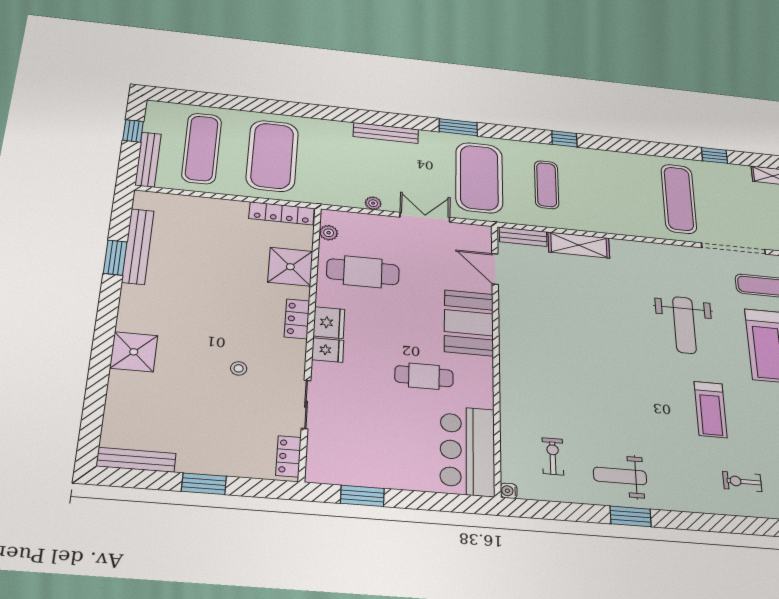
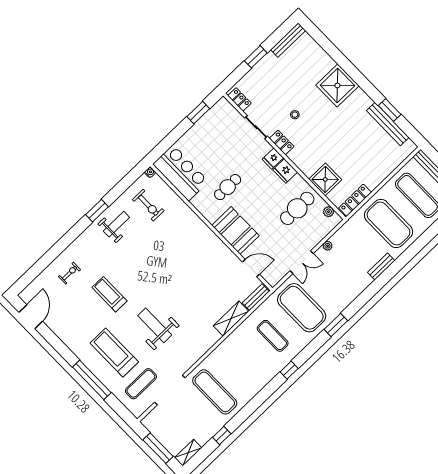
bench: (386, 133) -> (381, 267), moved, width x0.73
locker: (297, 319) -> (282, 142), moved
shower: (134, 352) -> (337, 85), width x1.37, depth x1.37
exercise bike: (553, 456) -> (148, 205), width x1.38, depth x1.39

